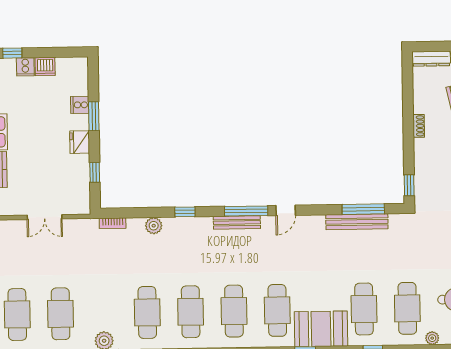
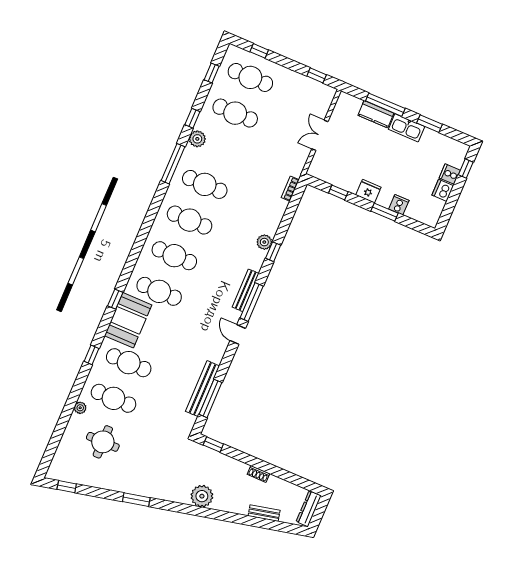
plant: (154, 226) -> (264, 242), moved

